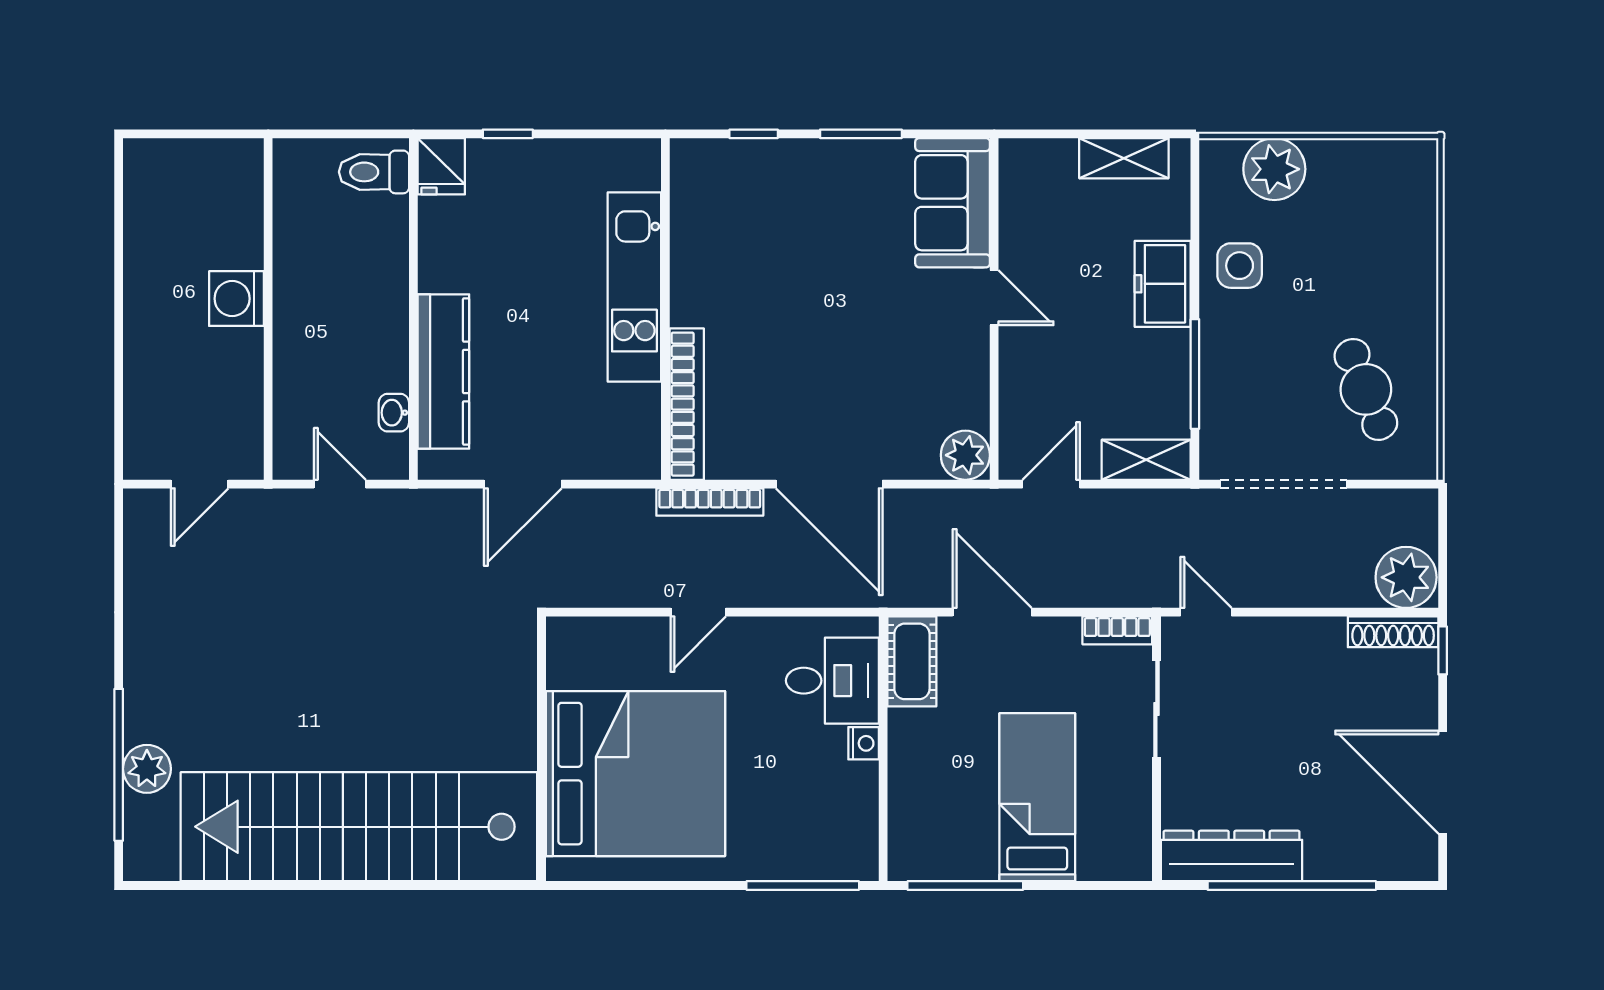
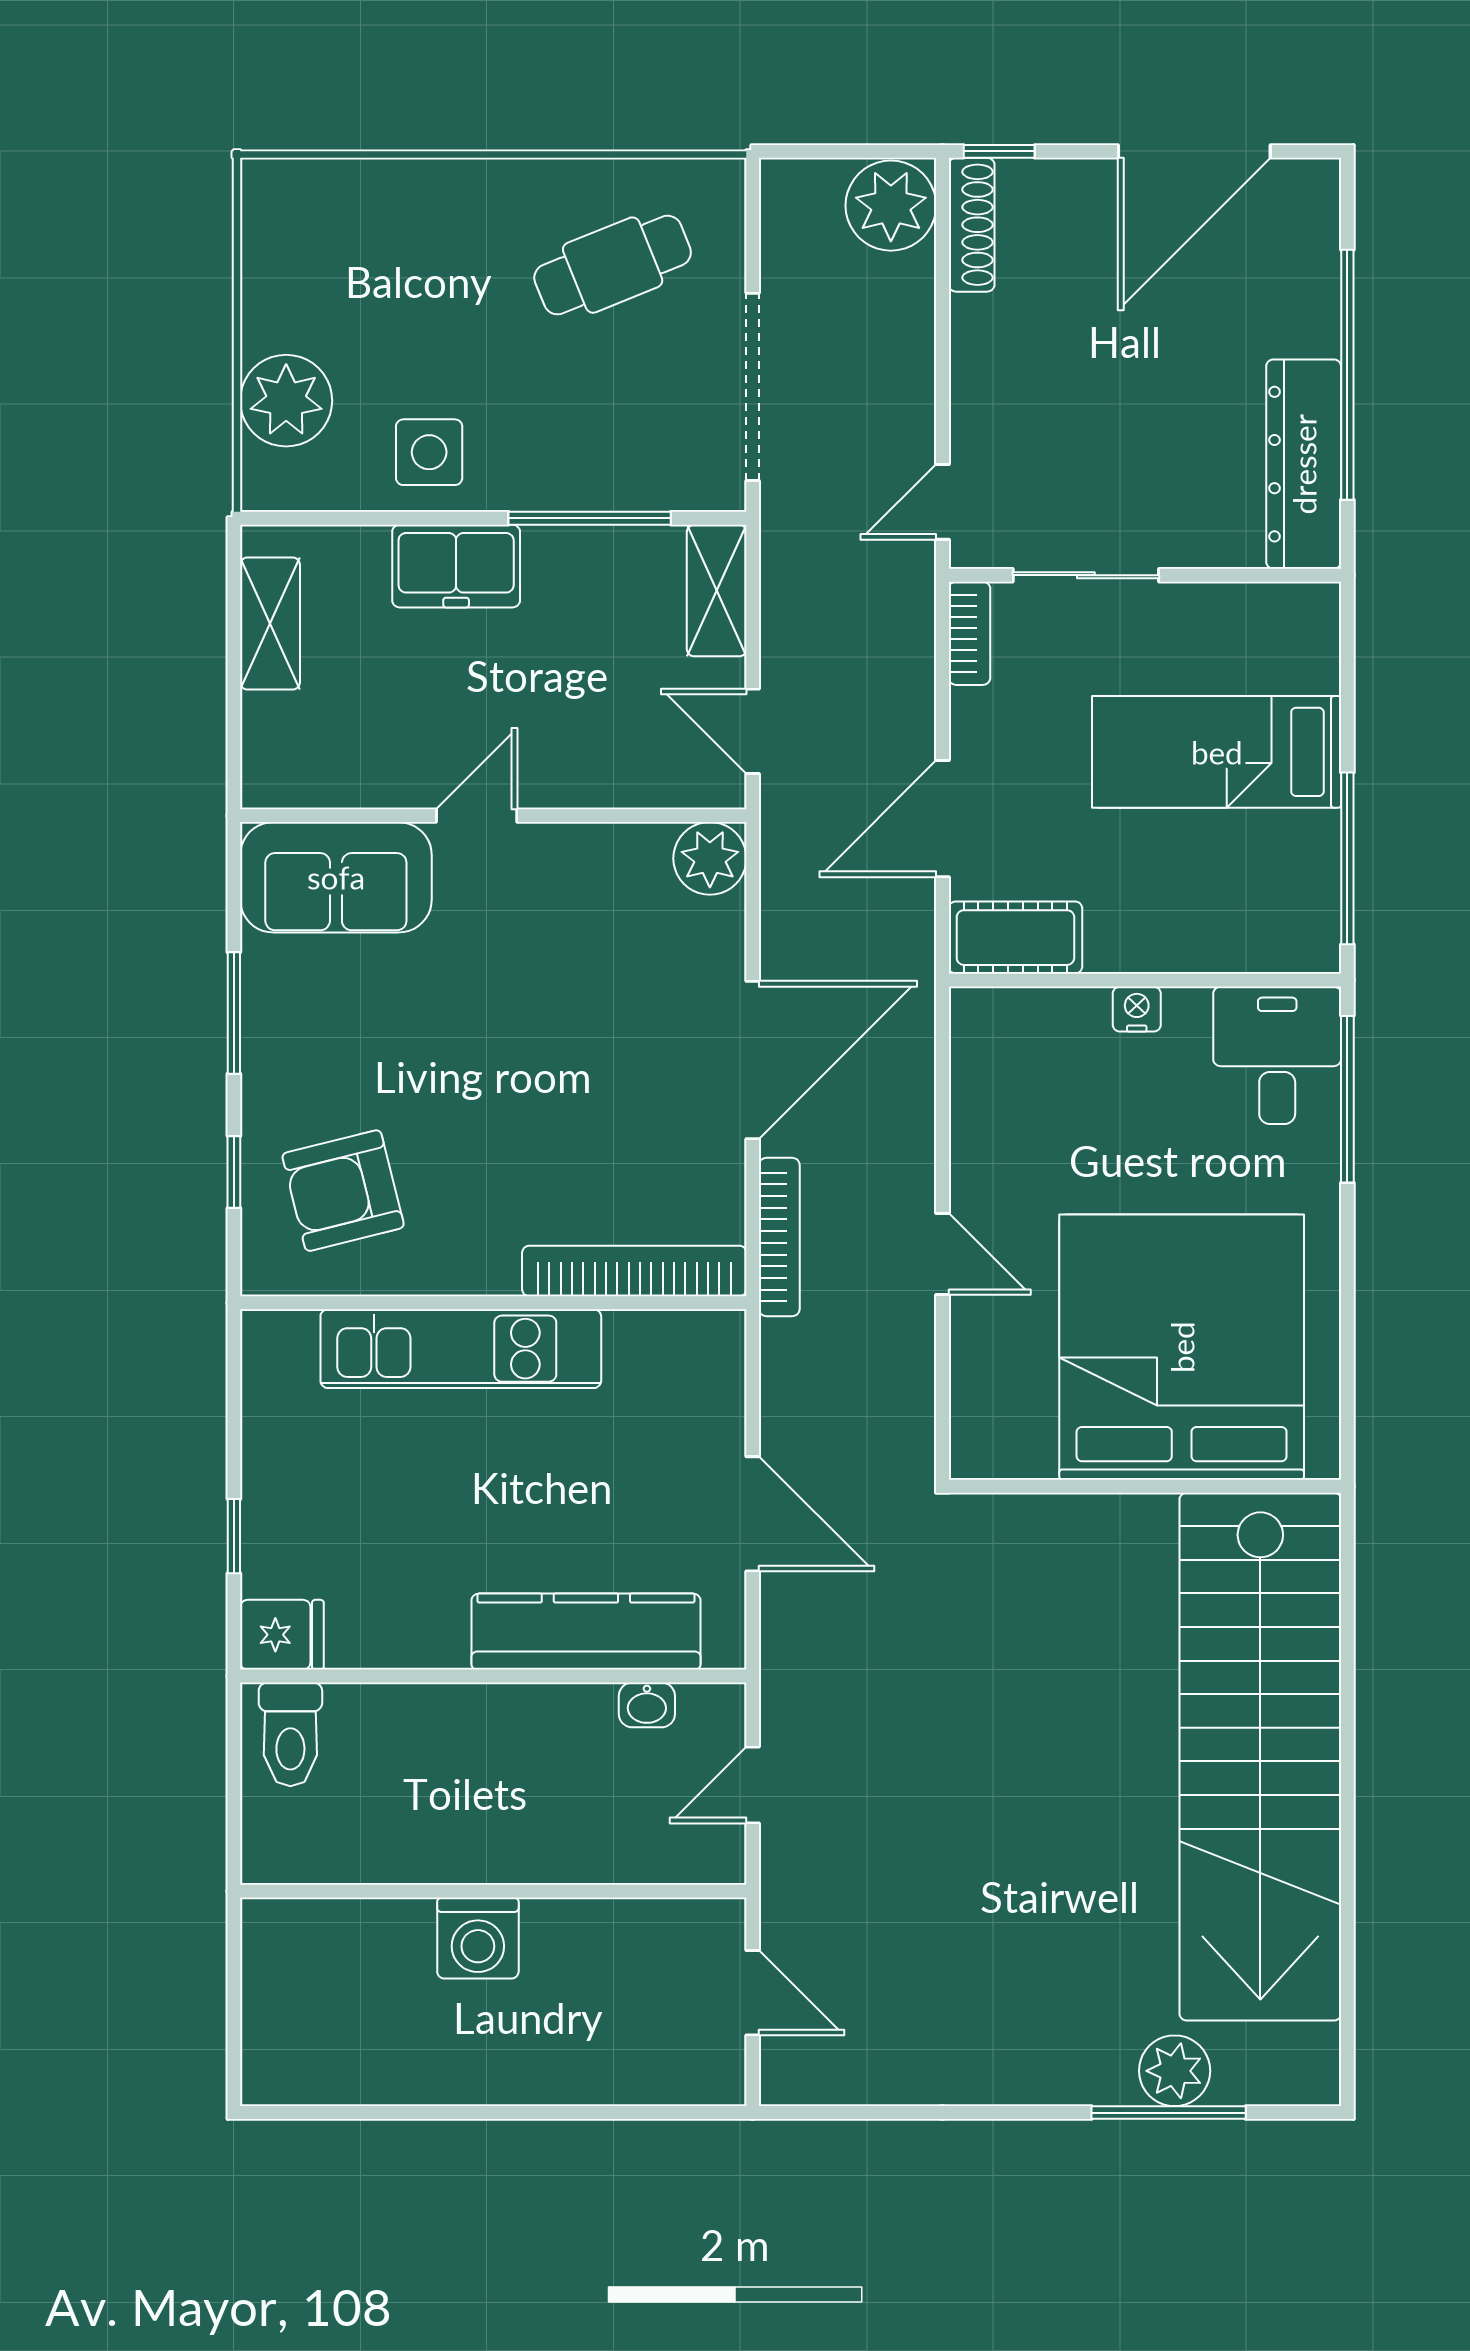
armchair: (741, 208) -> (343, 1191), added
desk: (832, 681) -> (1277, 1055), moved
window: (119, 765) -> (1169, 2113), width x0.68

